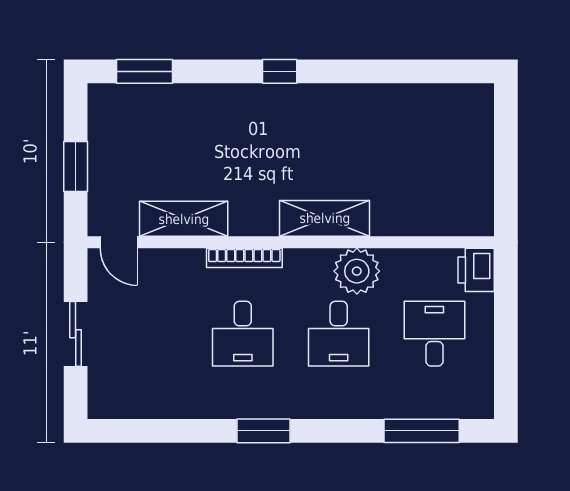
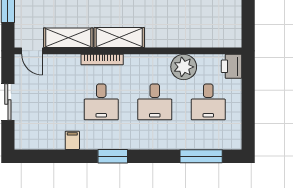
shelving: (325, 218) -> (119, 38), moved
plant: (357, 271) -> (184, 67), moved
desk: (434, 334) -> (208, 102), turned 180
filing cabinet: (191, 403) -> (72, 140), added

